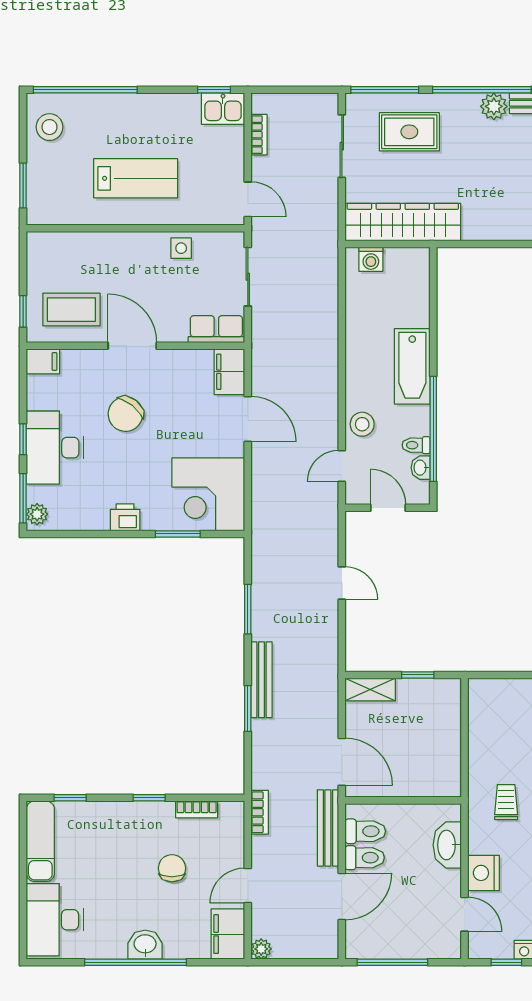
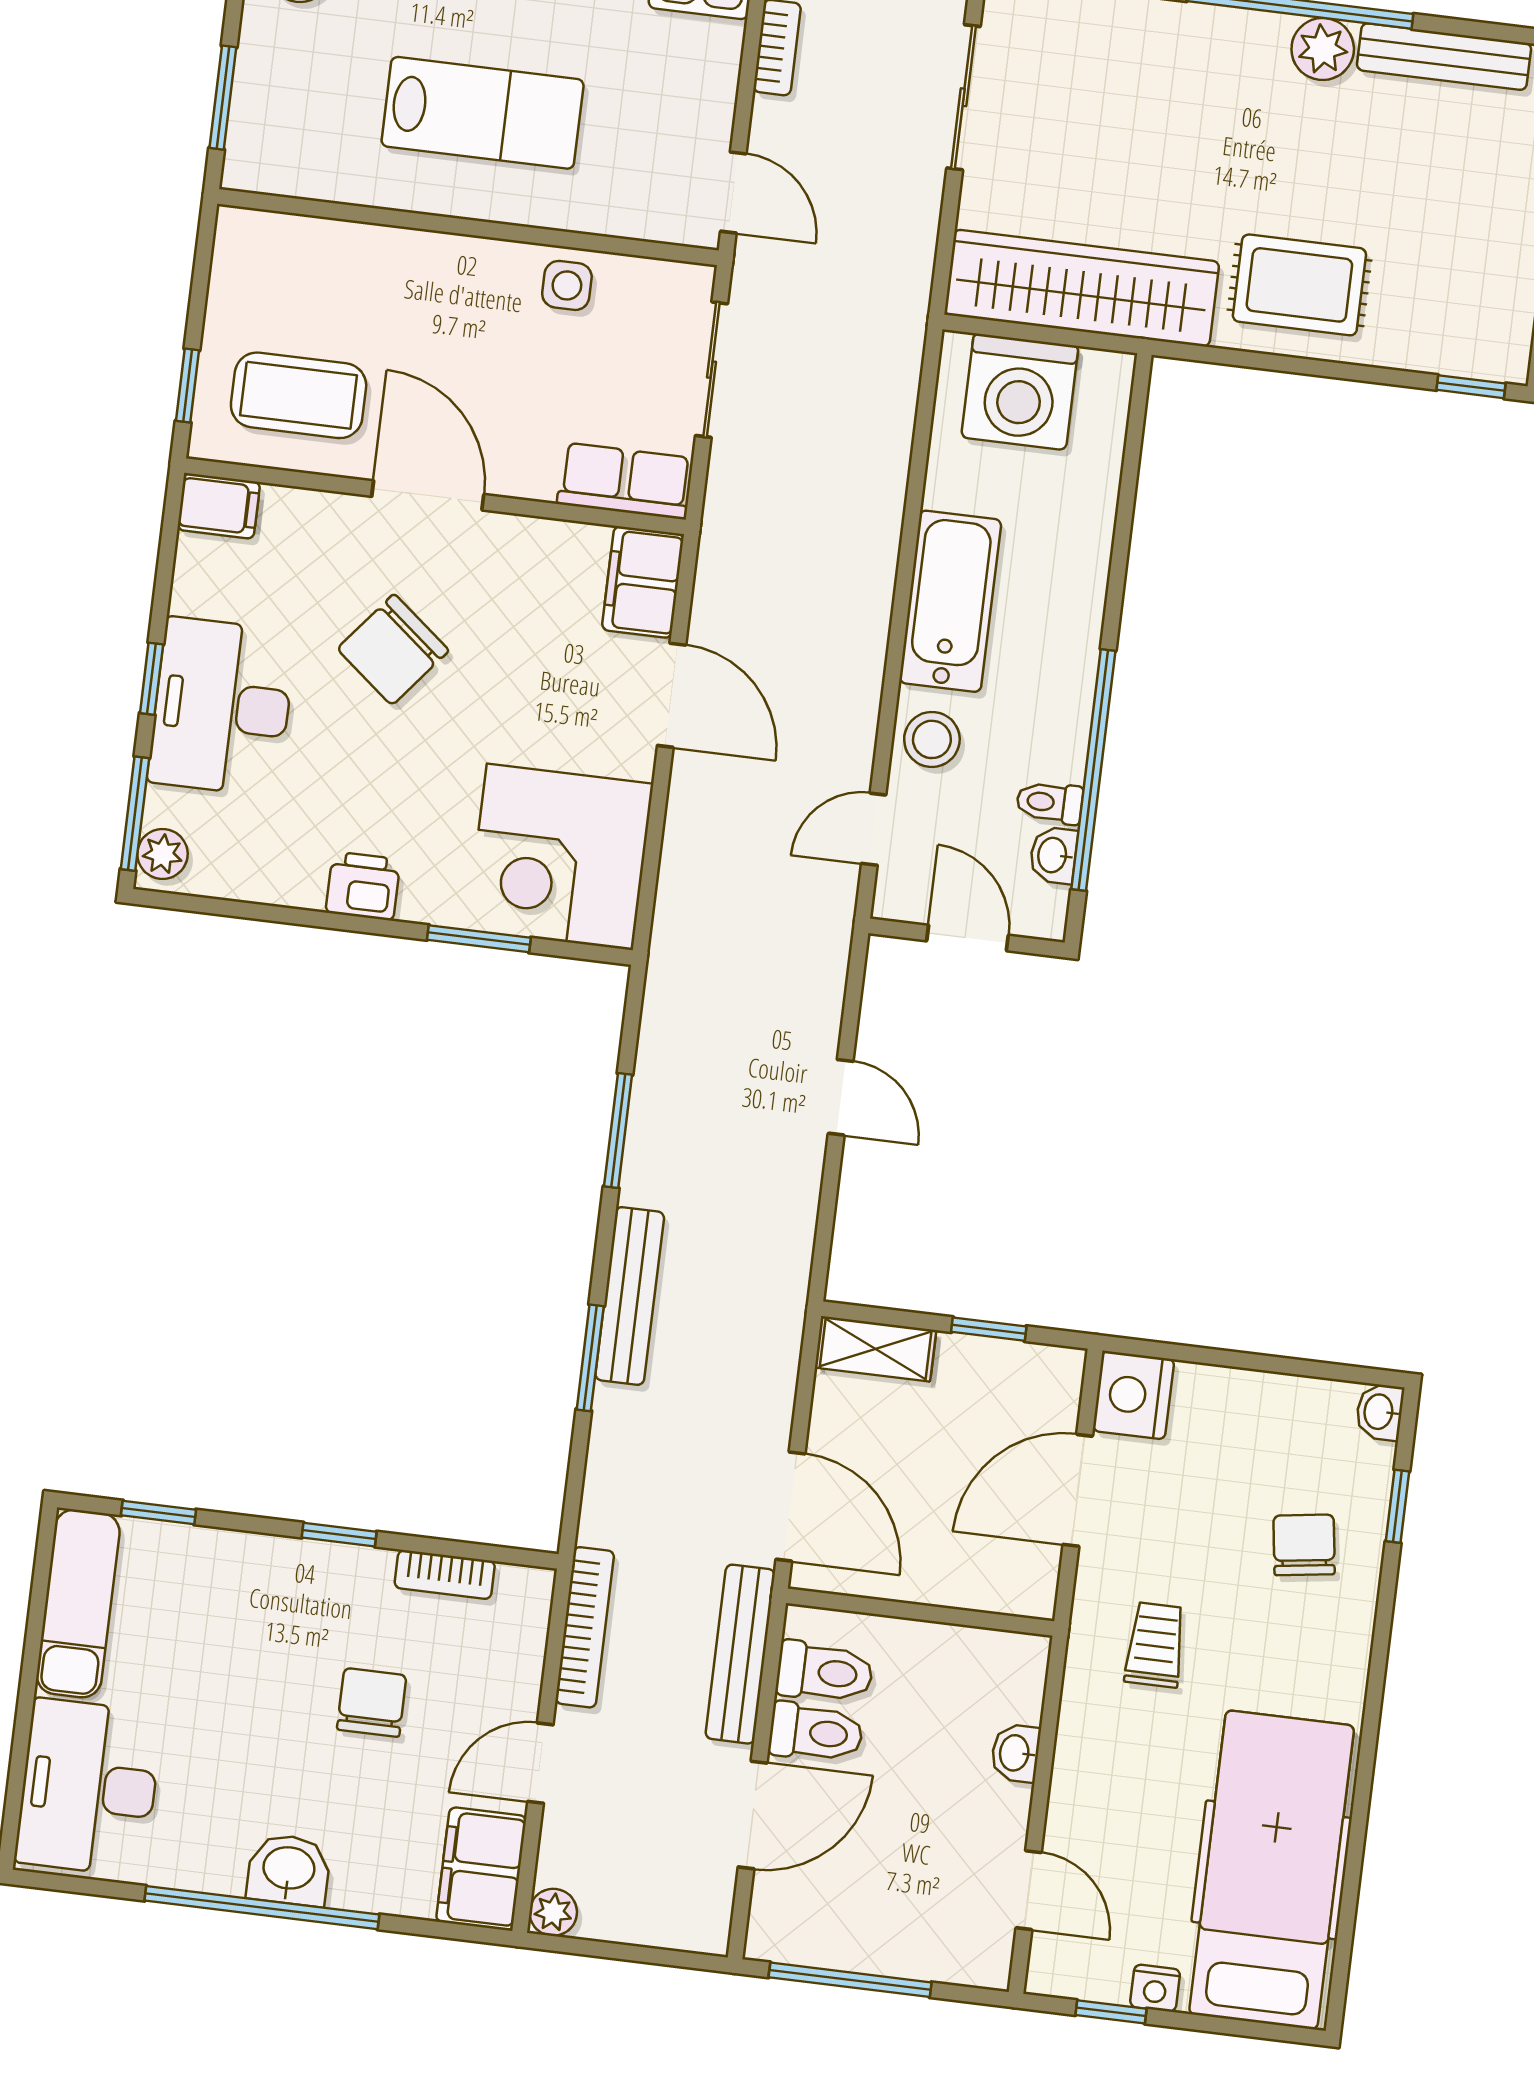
rug: (409, 132) -> (1299, 285), moved
washing machine: (371, 259) -> (1020, 392), width x1.89, depth x1.89
bathtub: (412, 366) -> (950, 601), moved, turned 180
door: (465, 740) -> (1078, 1490), added
bookcase: (260, 812) -> (585, 1627), width x1.56
washbasin: (447, 845) -> (1015, 1753), width x0.52, depth x0.69
nightstand: (484, 873) -> (1133, 1395), moved

